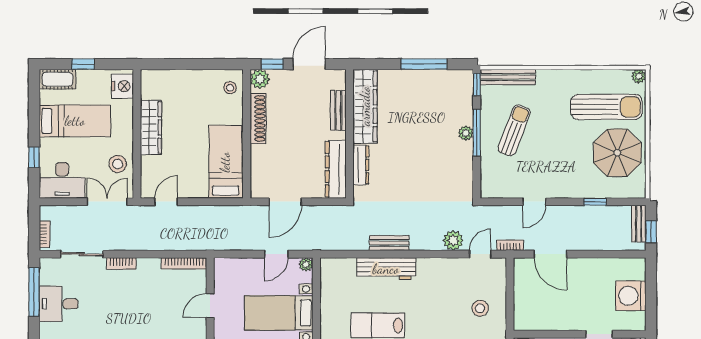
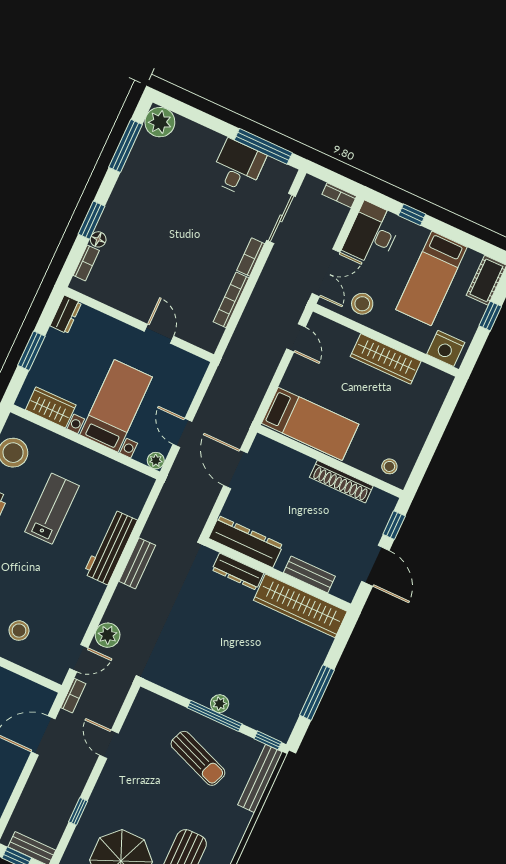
plant: (260, 79) -> (384, 504), removed
bookcase: (45, 234) -> (339, 195), moved
door: (480, 254) -> (79, 658), hinge flipped
bookcase: (184, 263) -> (231, 300), moved

